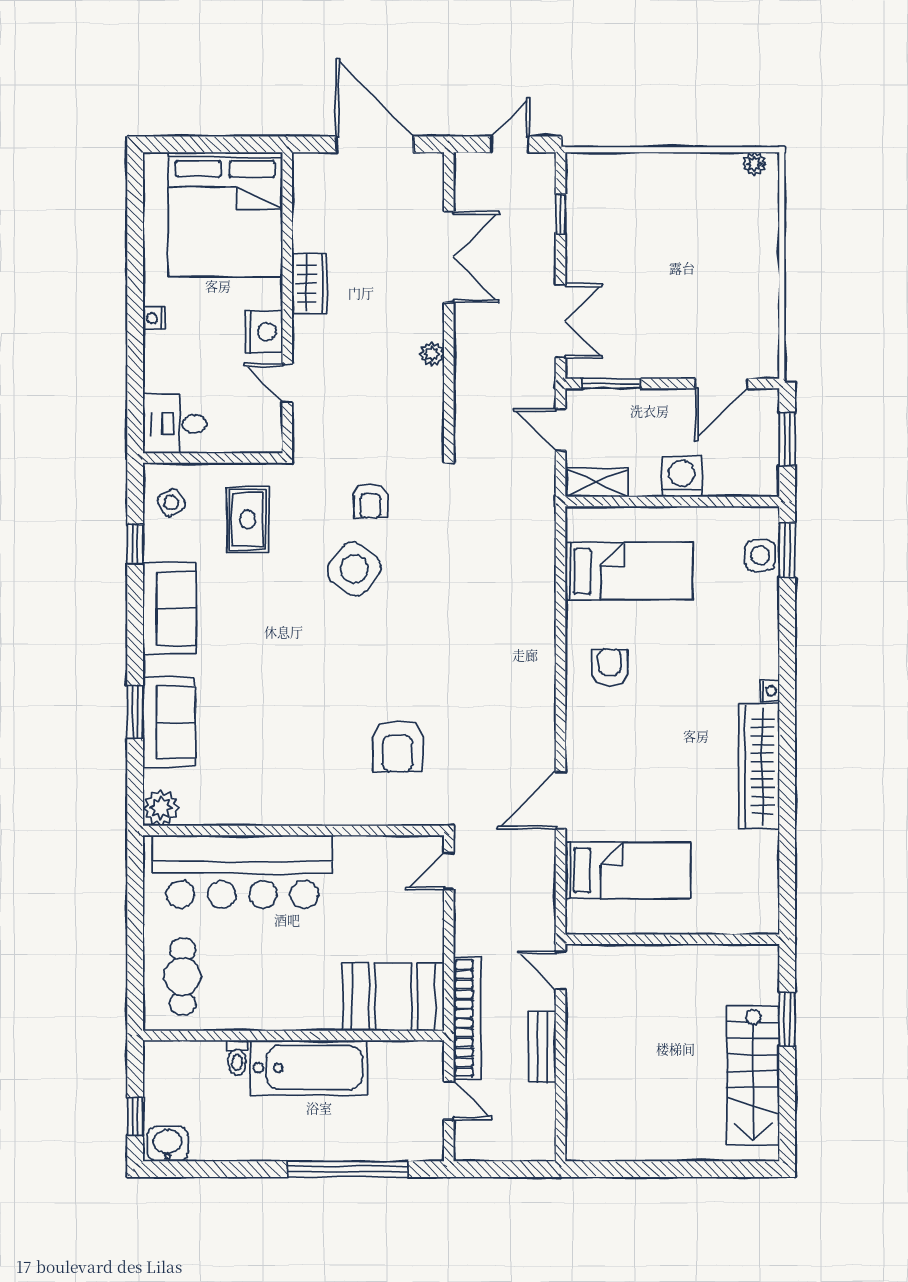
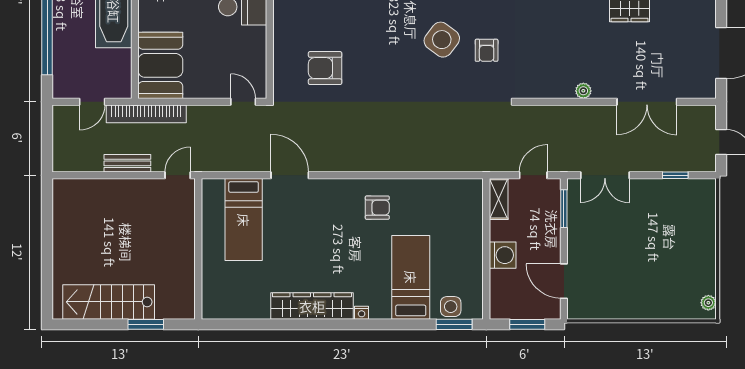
armchair: (371, 501) -> (487, 50), turned -90
bed: (629, 571) -> (411, 277), moved, turned 180

